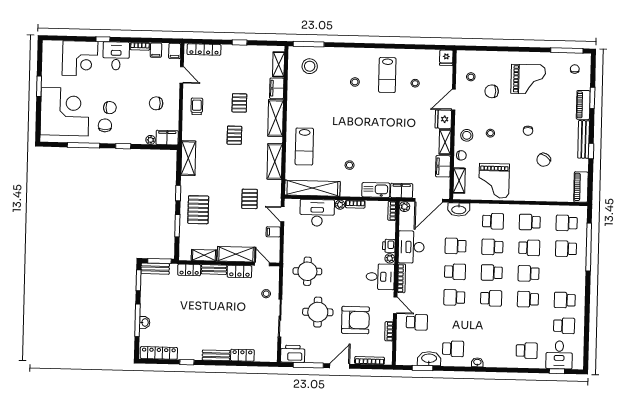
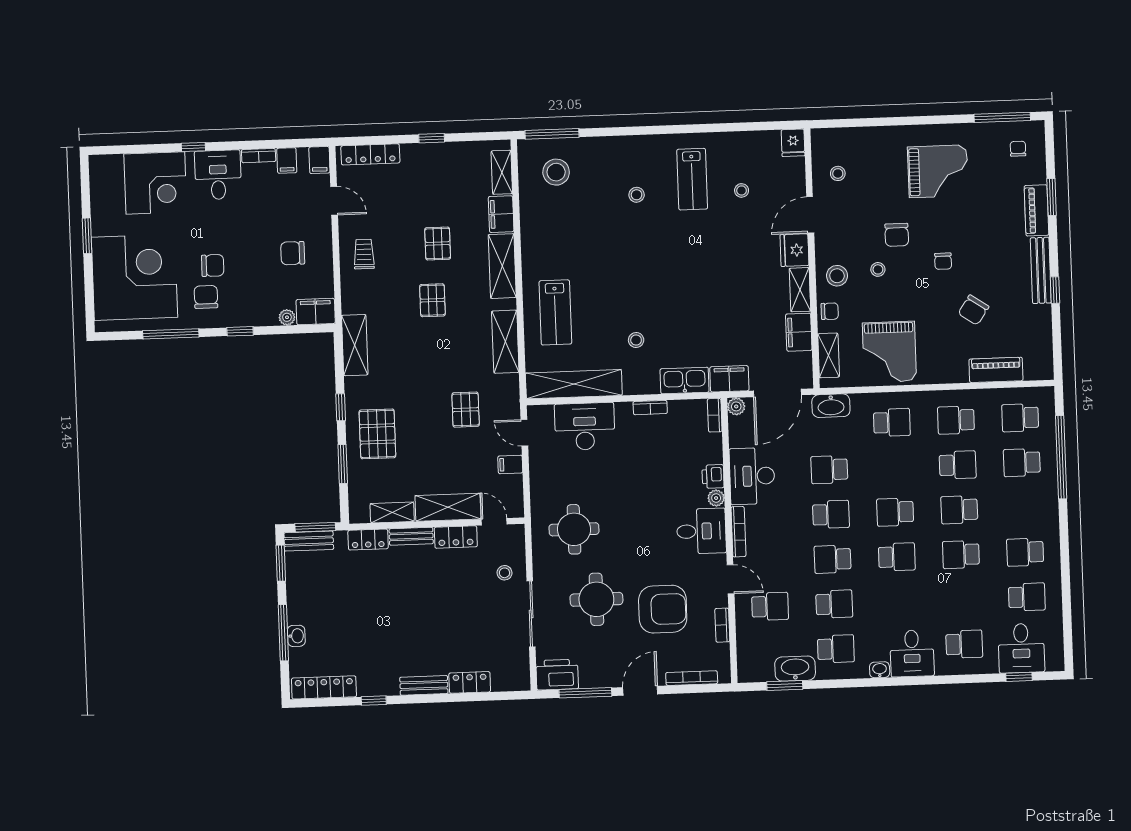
chair: (492, 91) -> (897, 235), moved, turned -90
piano: (581, 187) -> (996, 370), moved, turned 90
plant: (340, 205) -> (624, 410), removed
school desk: (492, 247) -> (834, 604), moved, turned 180
desk: (496, 354) -> (912, 653), added

